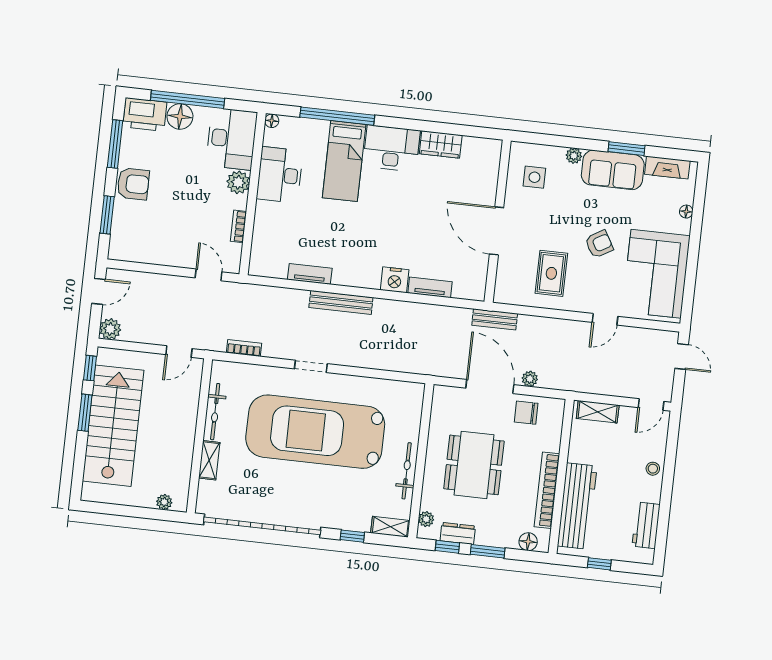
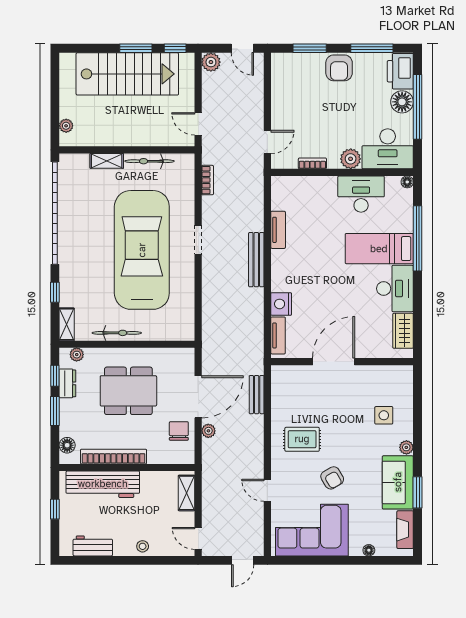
wall: (498, 221) -> (342, 362), moved
door: (497, 231) -> (334, 362), moved

